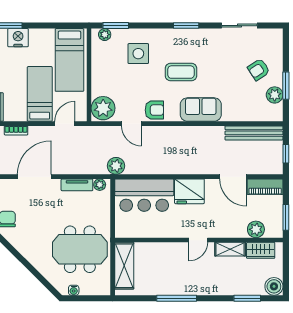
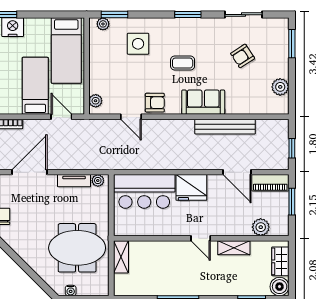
armchair: (259, 70) -> (243, 56), moved
coffee table: (181, 72) -> (183, 63), width x0.73, depth x0.77
window: (286, 86) -> (292, 44), moved
plant: (103, 108) -> (96, 101), width x0.53, depth x0.53
door: (65, 124) -> (61, 117), hinge flipped
bench: (254, 133) -> (225, 127), moved
plant: (116, 166) -> (115, 161), removed
window: (286, 217) -> (292, 202), moved
door: (198, 240) -> (201, 238), hinge flipped
wardrobe: (261, 250) -> (280, 261), moved, turned 90
shelving: (124, 266) -> (121, 257), width x0.67, depth x0.75

